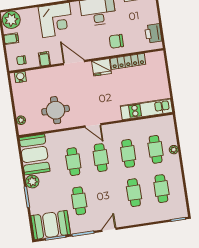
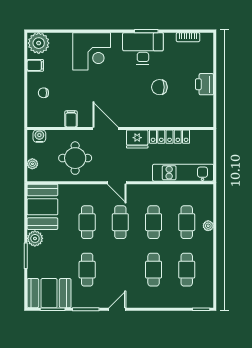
filing cabinet: (44, 59) -> (71, 119), moved
wall: (86, 61) -> (120, 128), moved
locker: (128, 61) -> (170, 137), moved
door: (74, 63) -> (105, 128), moved
fridge: (101, 67) -> (137, 139), moved
water cooler: (20, 77) -> (39, 136), moved

